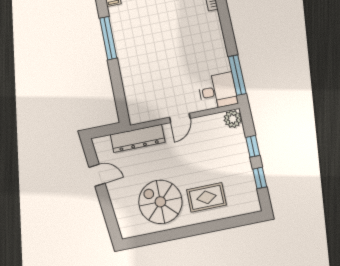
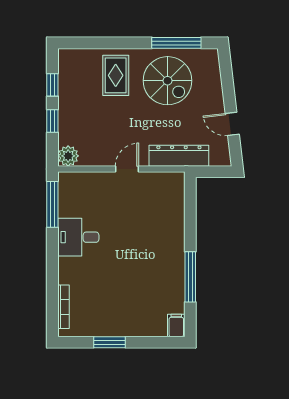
desk: (218, 91) -> (78, 237), moved
rug: (206, 197) -> (116, 75), turned 90
window: (159, 237) -> (176, 43), added

